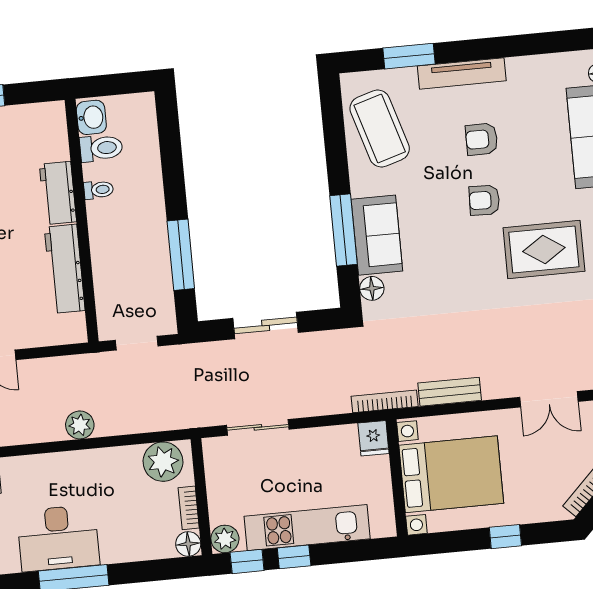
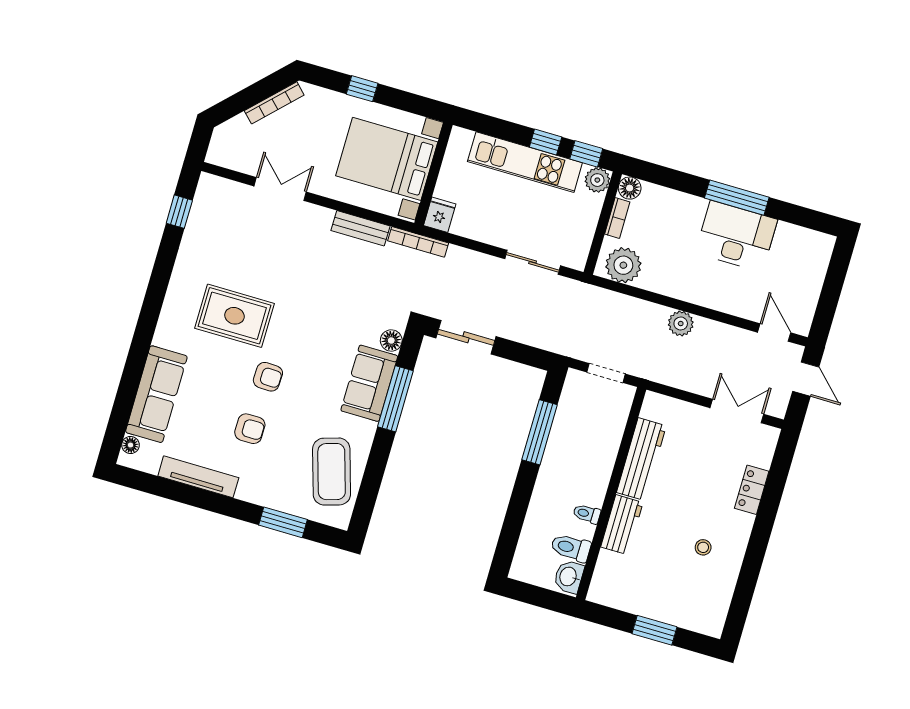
tv unit: (462, 73) -> (198, 477), moved
sliding door: (266, 325) -> (466, 337), moved

